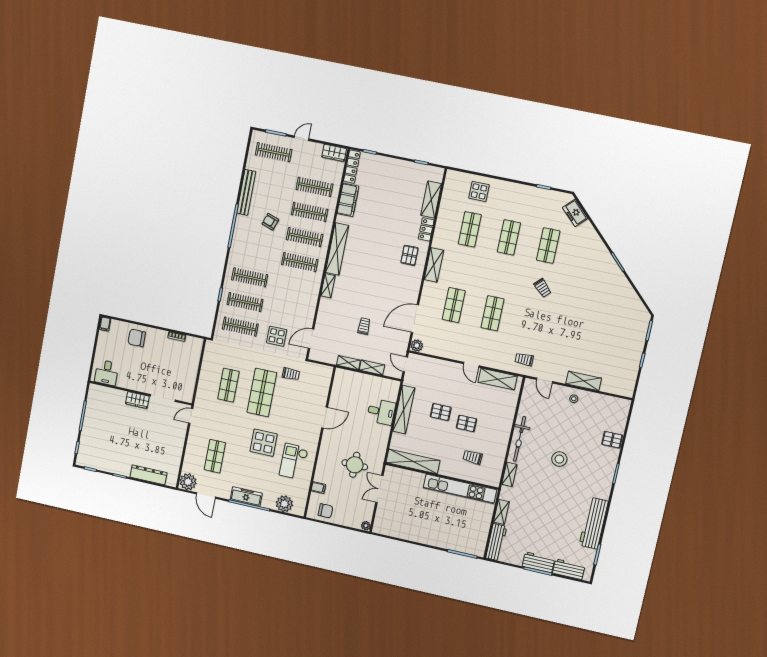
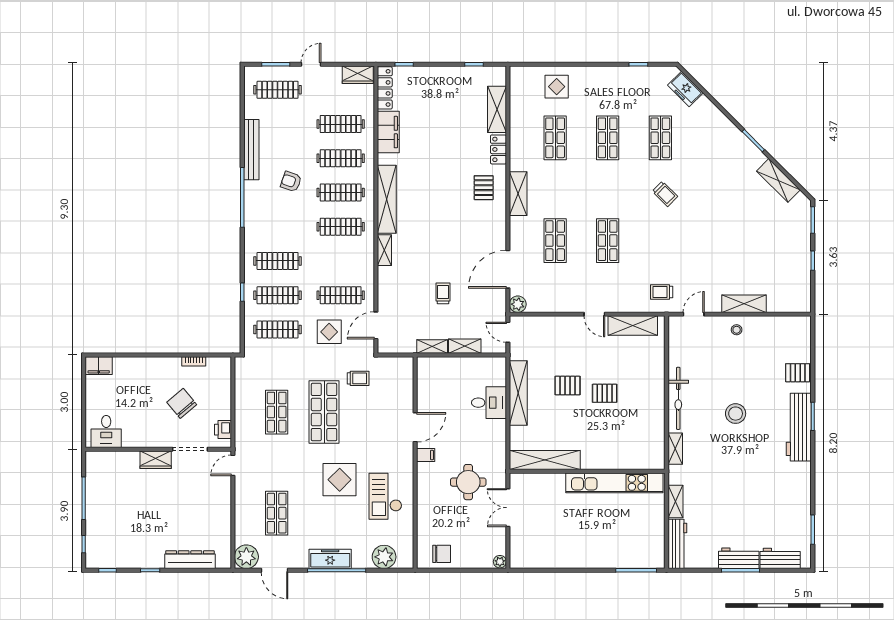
shelving: (630, 296) -> (778, 180), added
clothes rail: (290, 312) -> (341, 295), added
filing cabinet: (105, 324) -> (99, 366), width x2.00
chair: (137, 338) -> (182, 403), moved, turned 50
door: (544, 380) -> (694, 314), swing flipped
printer: (188, 389) -> (223, 430), added
trolley: (473, 457) -> (622, 437), removed
filing cabinet: (318, 488) -> (426, 455), moved
workbench: (594, 523) -> (799, 427), moved

